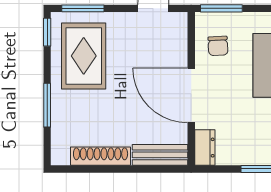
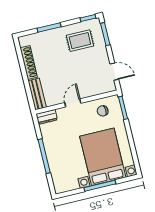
rug: (84, 56) -> (80, 41), width x0.73, depth x0.70
door: (191, 95) -> (73, 103), width x0.53

